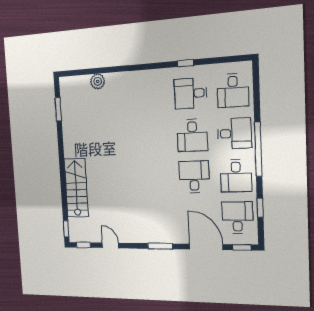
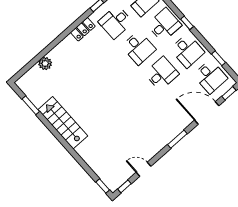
locker: (155, 76) -> (83, 29), added
window: (258, 149) -> (187, 23), width x0.32
desk: (194, 177) -> (162, 74), turned 90
stairs: (76, 188) -> (63, 123), moved
desk: (237, 218) -> (210, 77), turned 180

